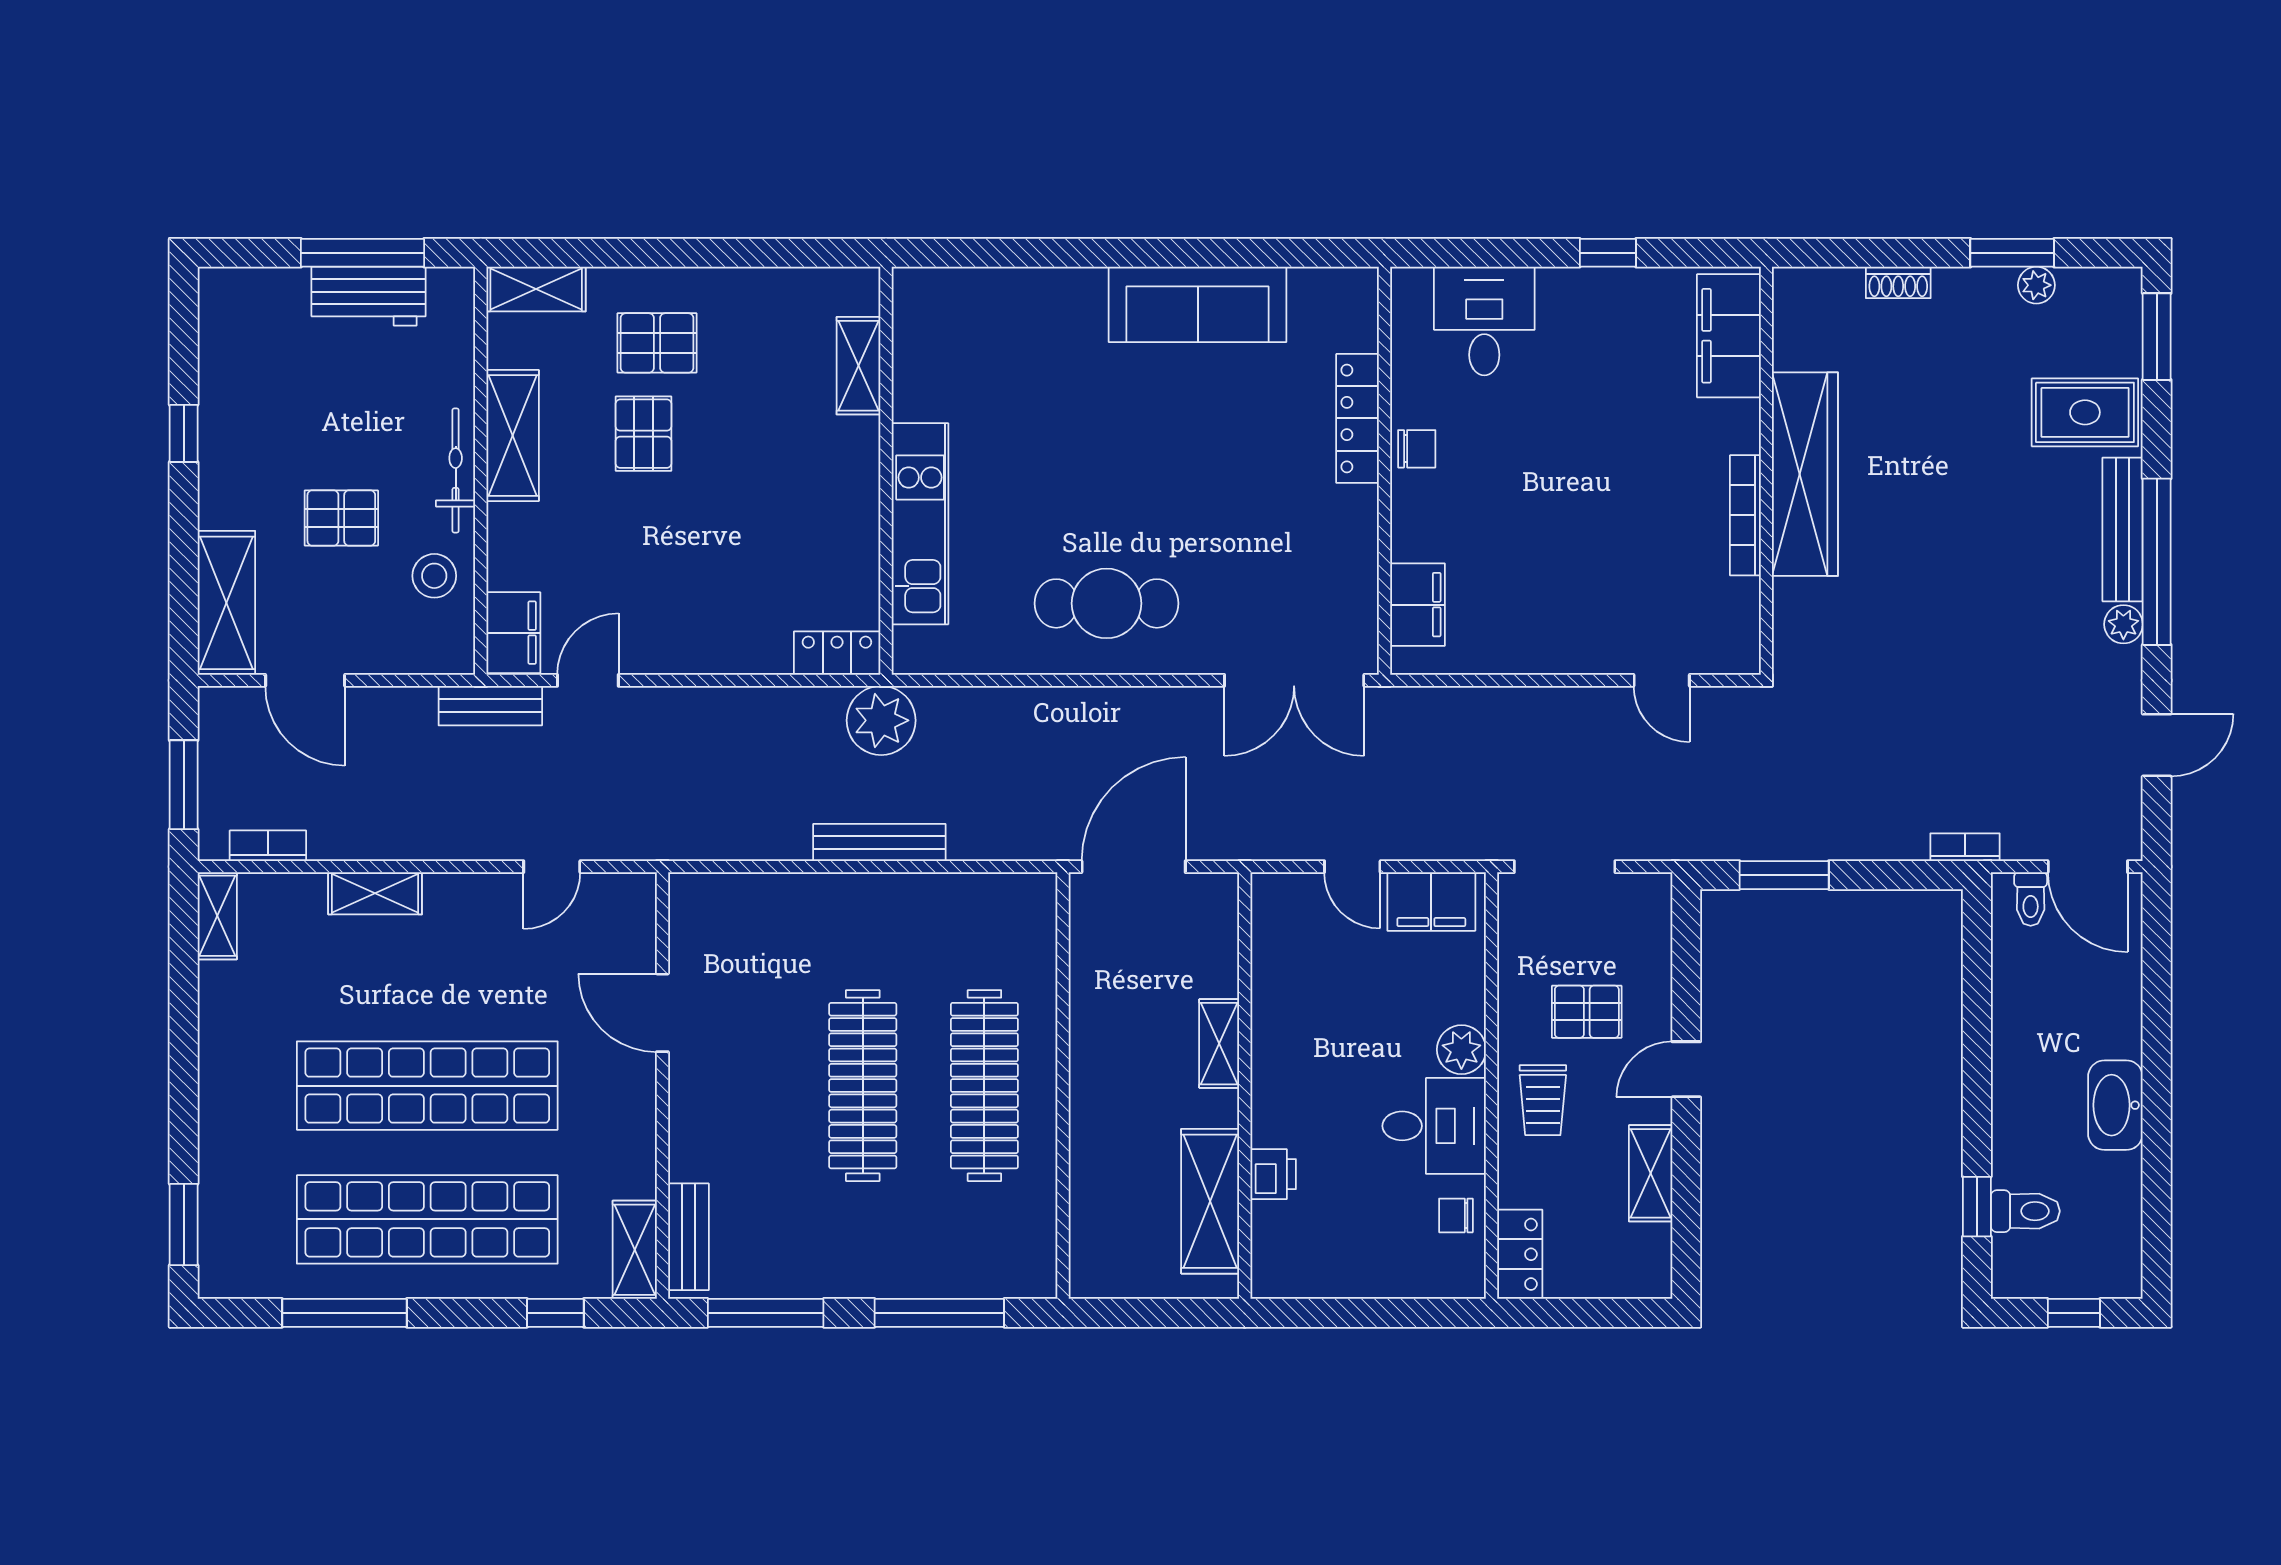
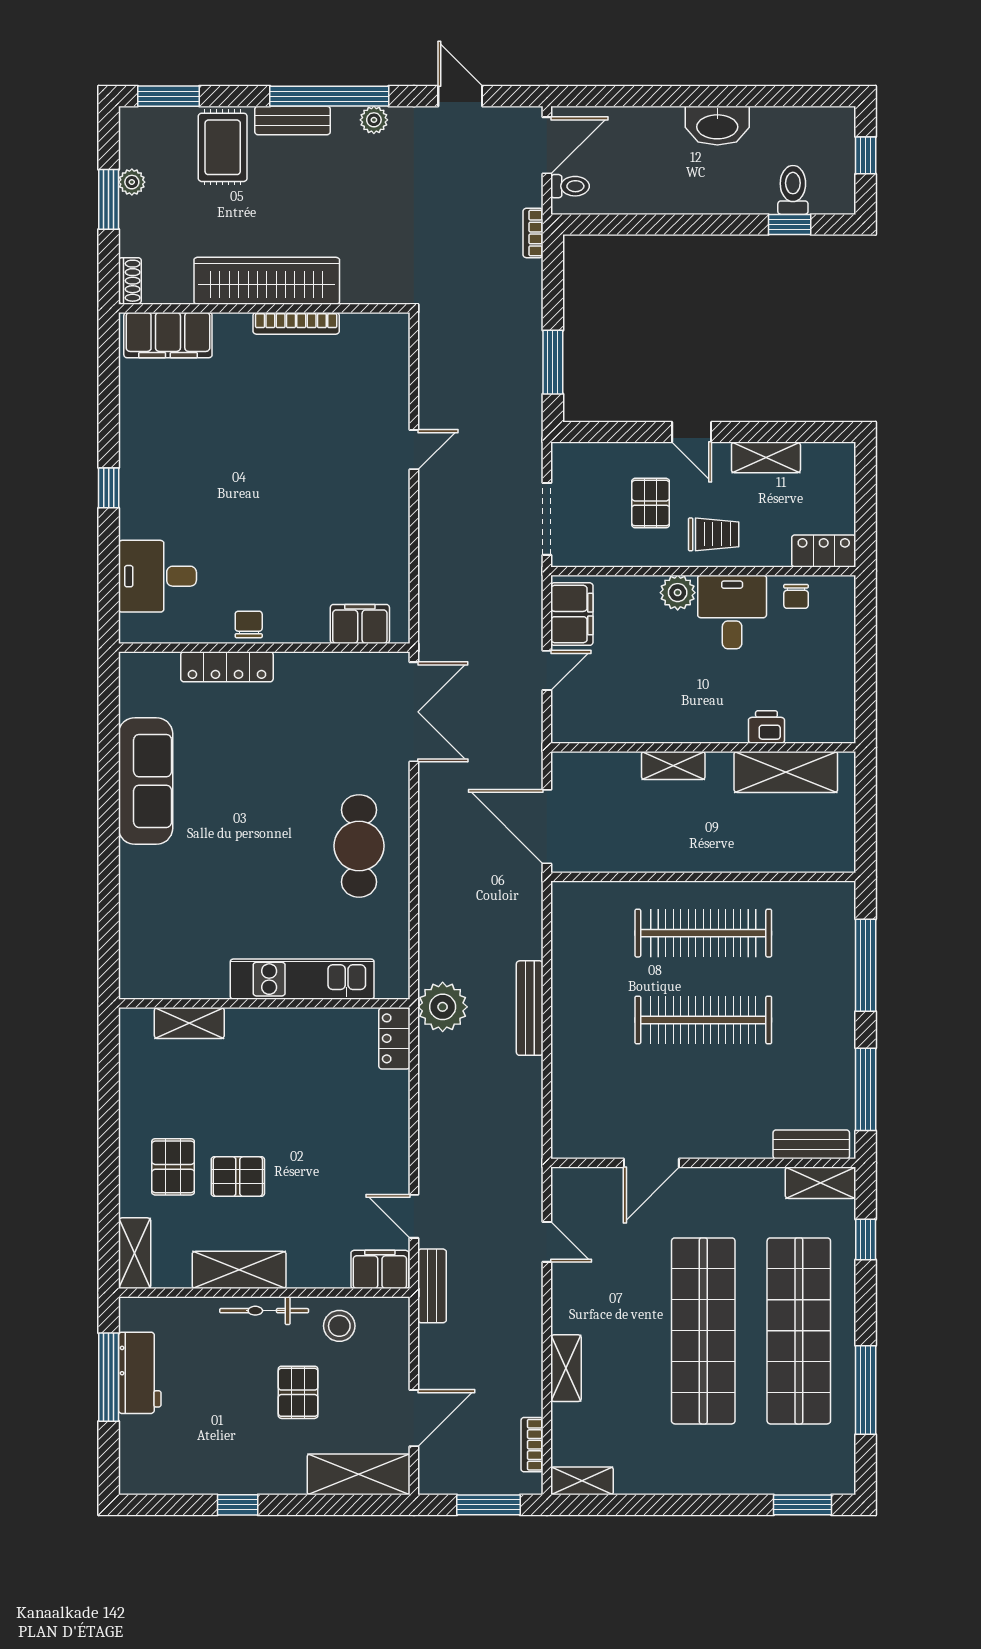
filing cabinet: (1729, 336) -> (168, 335), moved
wall: (1766, 471) -> (264, 308), moved
wardrobe: (1805, 474) -> (267, 281), moved
bookcase: (1745, 515) -> (296, 323), moved
bench: (2123, 529) -> (293, 120), width x0.73

